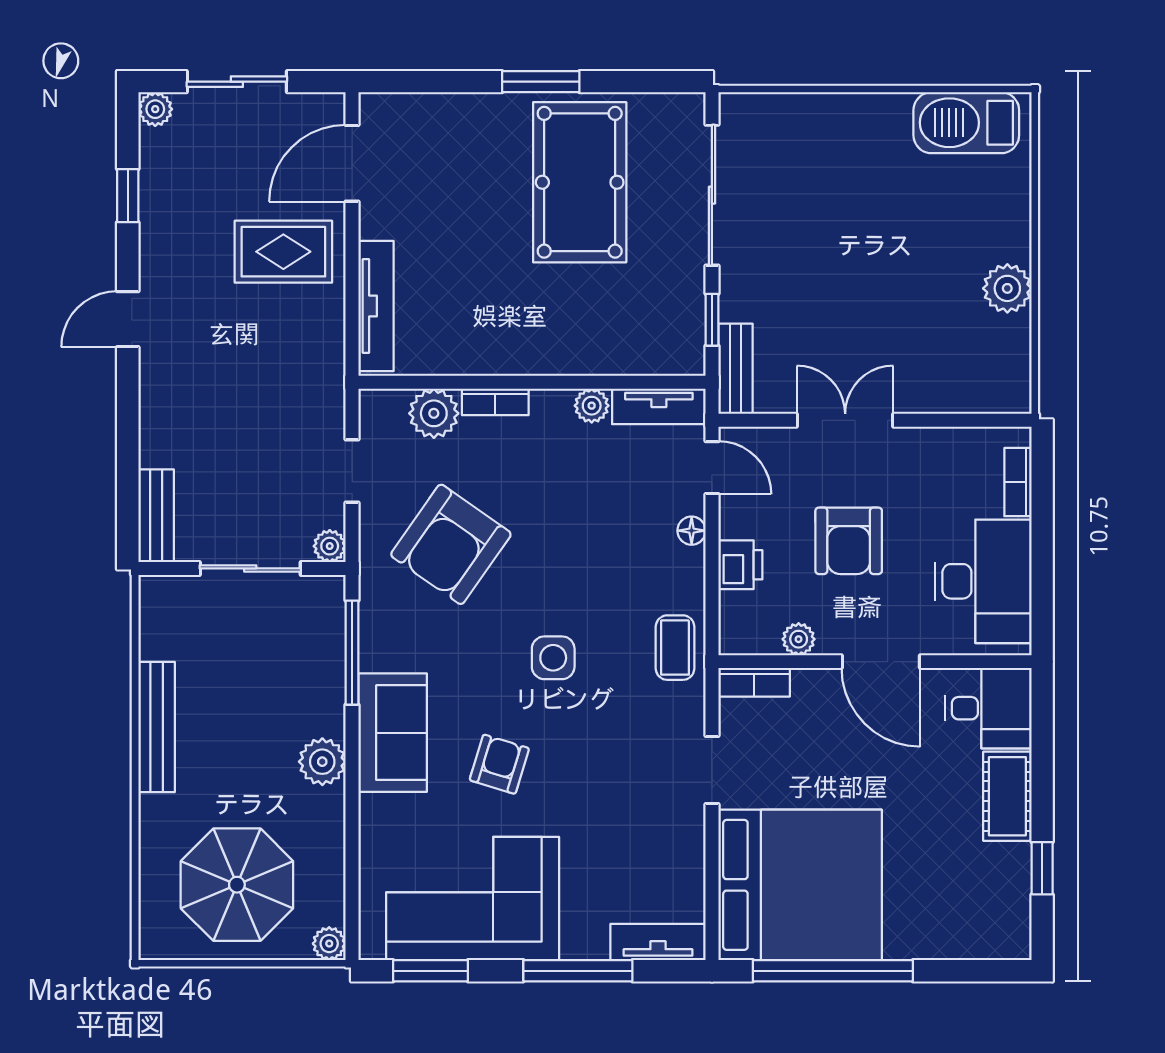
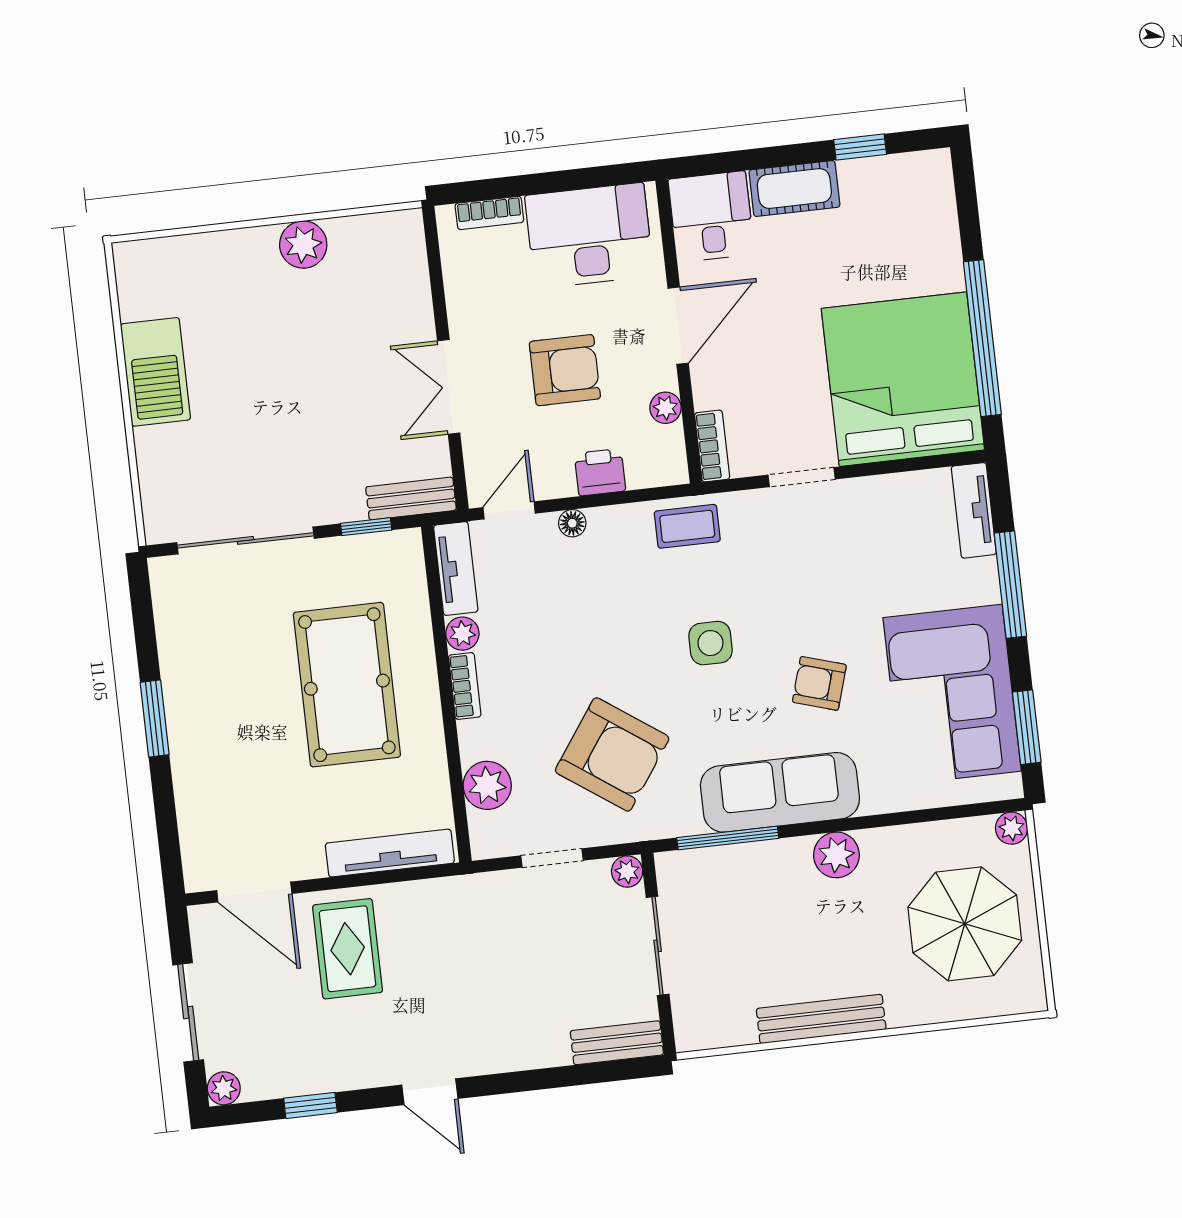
barbecue: (966, 123) -> (155, 372), moved
pool table: (580, 182) -> (347, 685), moved, turned 90
bookcase: (495, 402) -> (465, 686), moved
sofa: (393, 733) -> (780, 792), width x1.36

